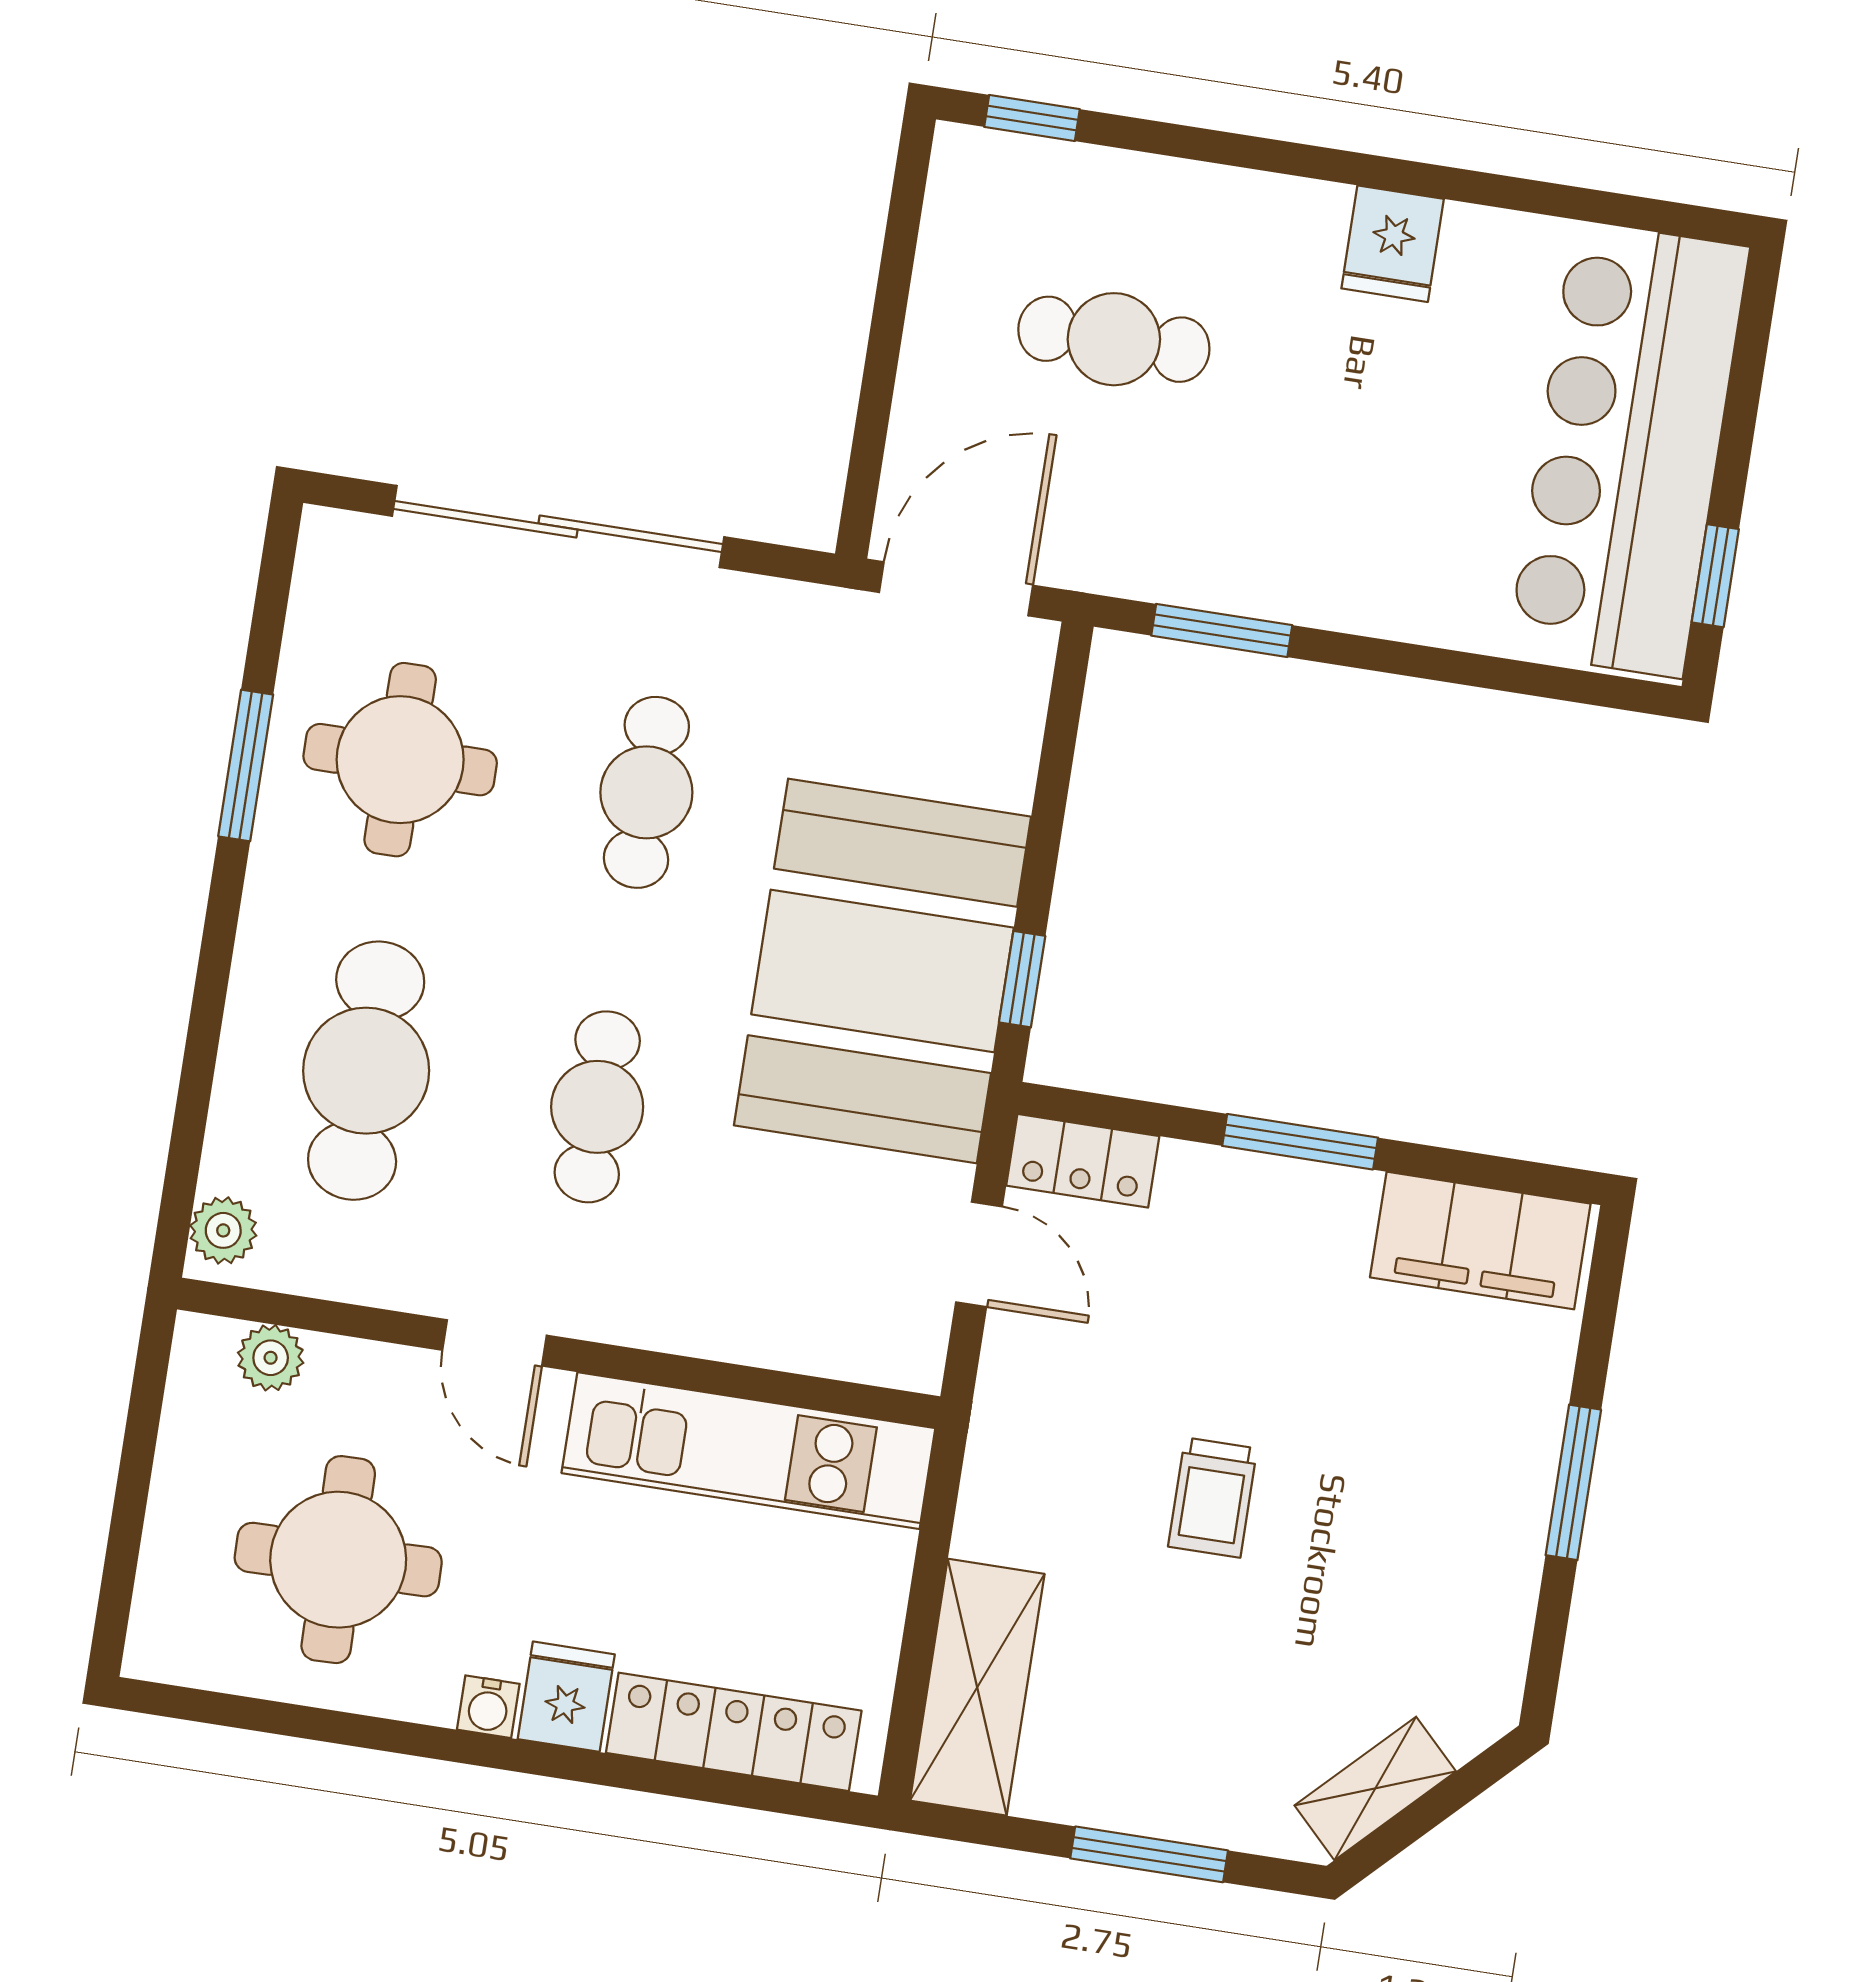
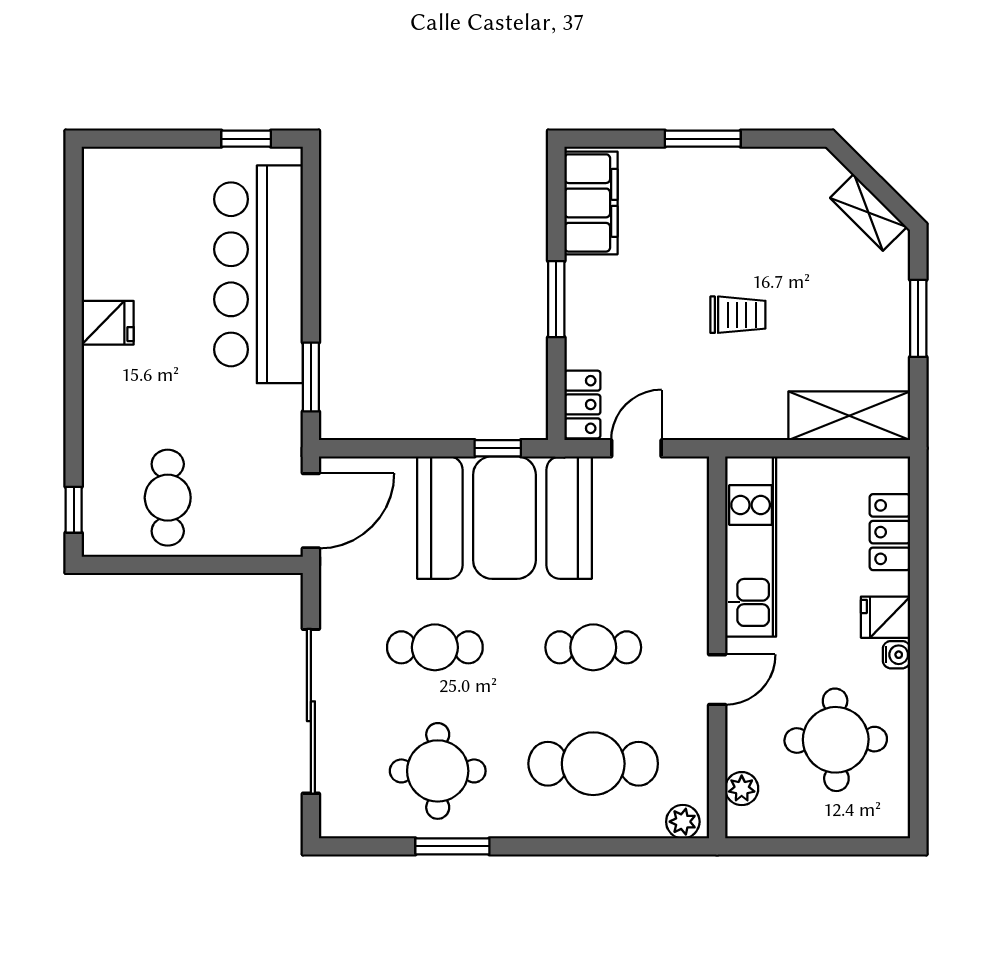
cafe table: (1114, 339) -> (168, 498), moved
bar counter: (1628, 449) -> (259, 274), moved, turned 90
door: (956, 589) -> (311, 511), swing flipped
locker: (734, 1732) -> (890, 532), width x0.66

